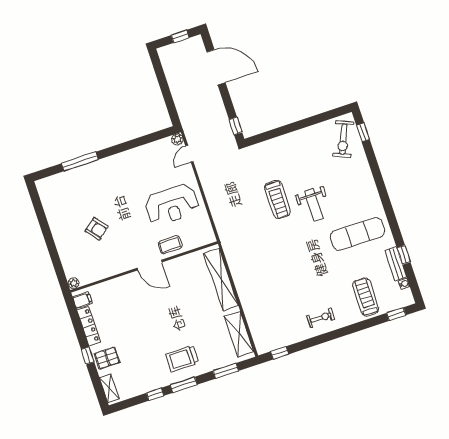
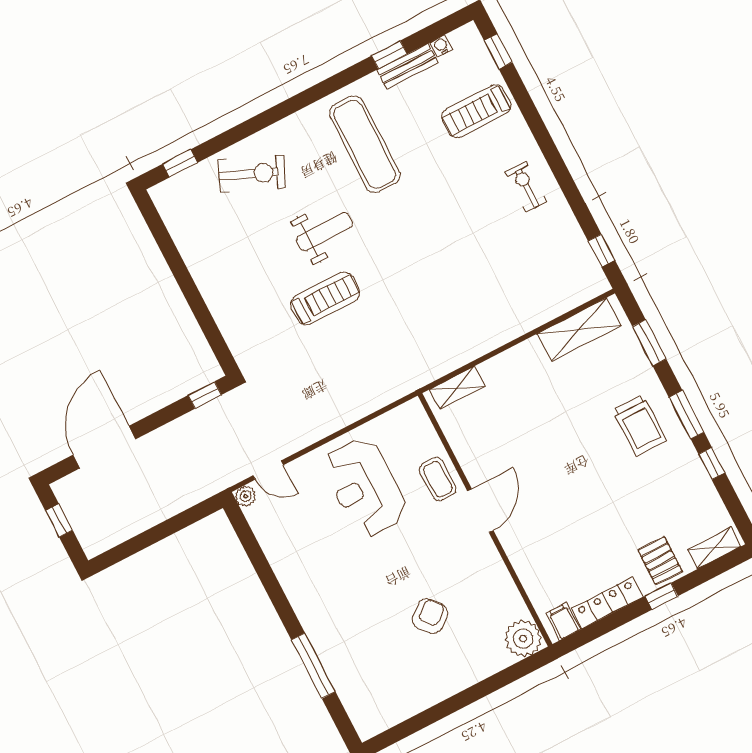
exercise bike: (343, 139) -> (252, 174), moved
reception desk: (172, 205) -> (365, 487), turned 180
shelving: (221, 280) -> (457, 388), width x0.45, depth x0.75
plant: (74, 283) -> (523, 639), width x1.87, depth x1.87

